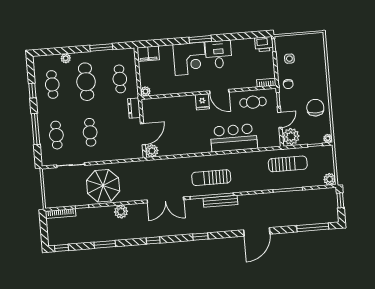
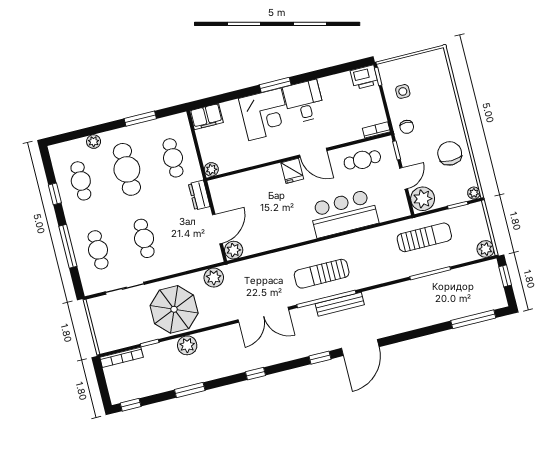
plant: (135, 168) -> (214, 278), added
plant: (121, 212) -> (187, 345), moved
door: (257, 232) -> (360, 348), moved

